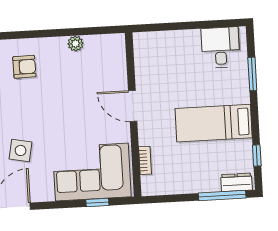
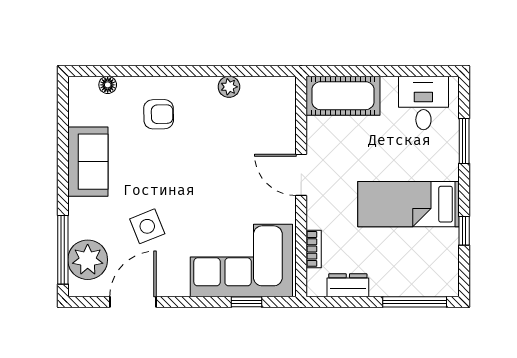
cot: (160, 45) -> (343, 96), added
side table: (21, 150) -> (147, 226), turned -33
window: (257, 156) -> (464, 231), moved
dresser: (236, 182) -> (348, 285), moved

